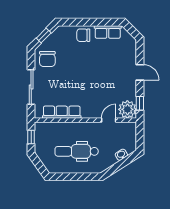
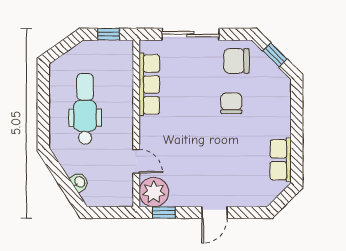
chair: (83, 35) -> (231, 103), moved

